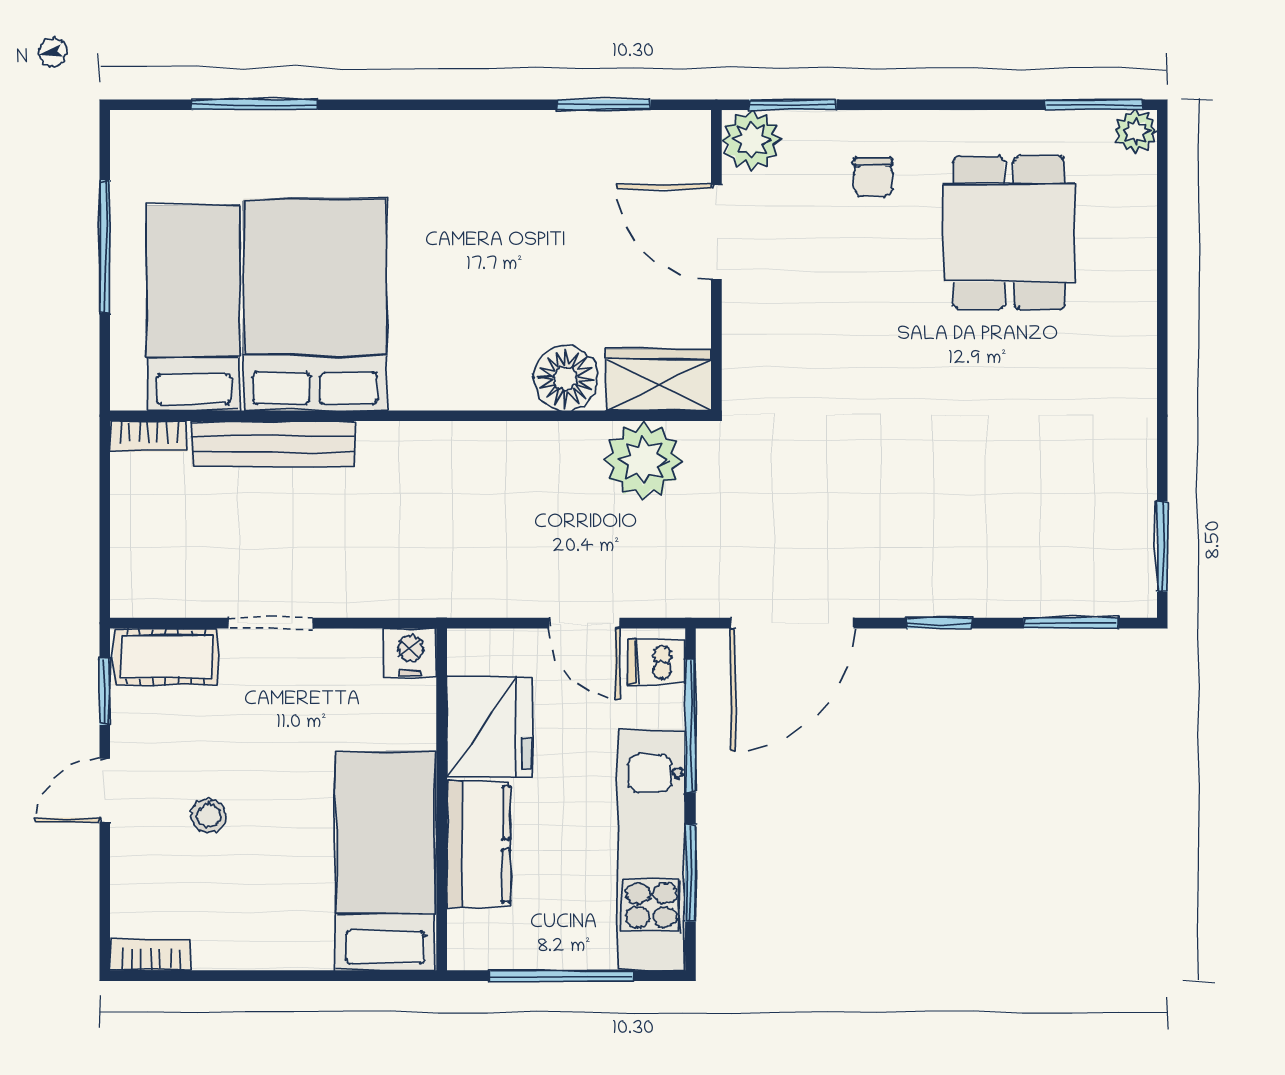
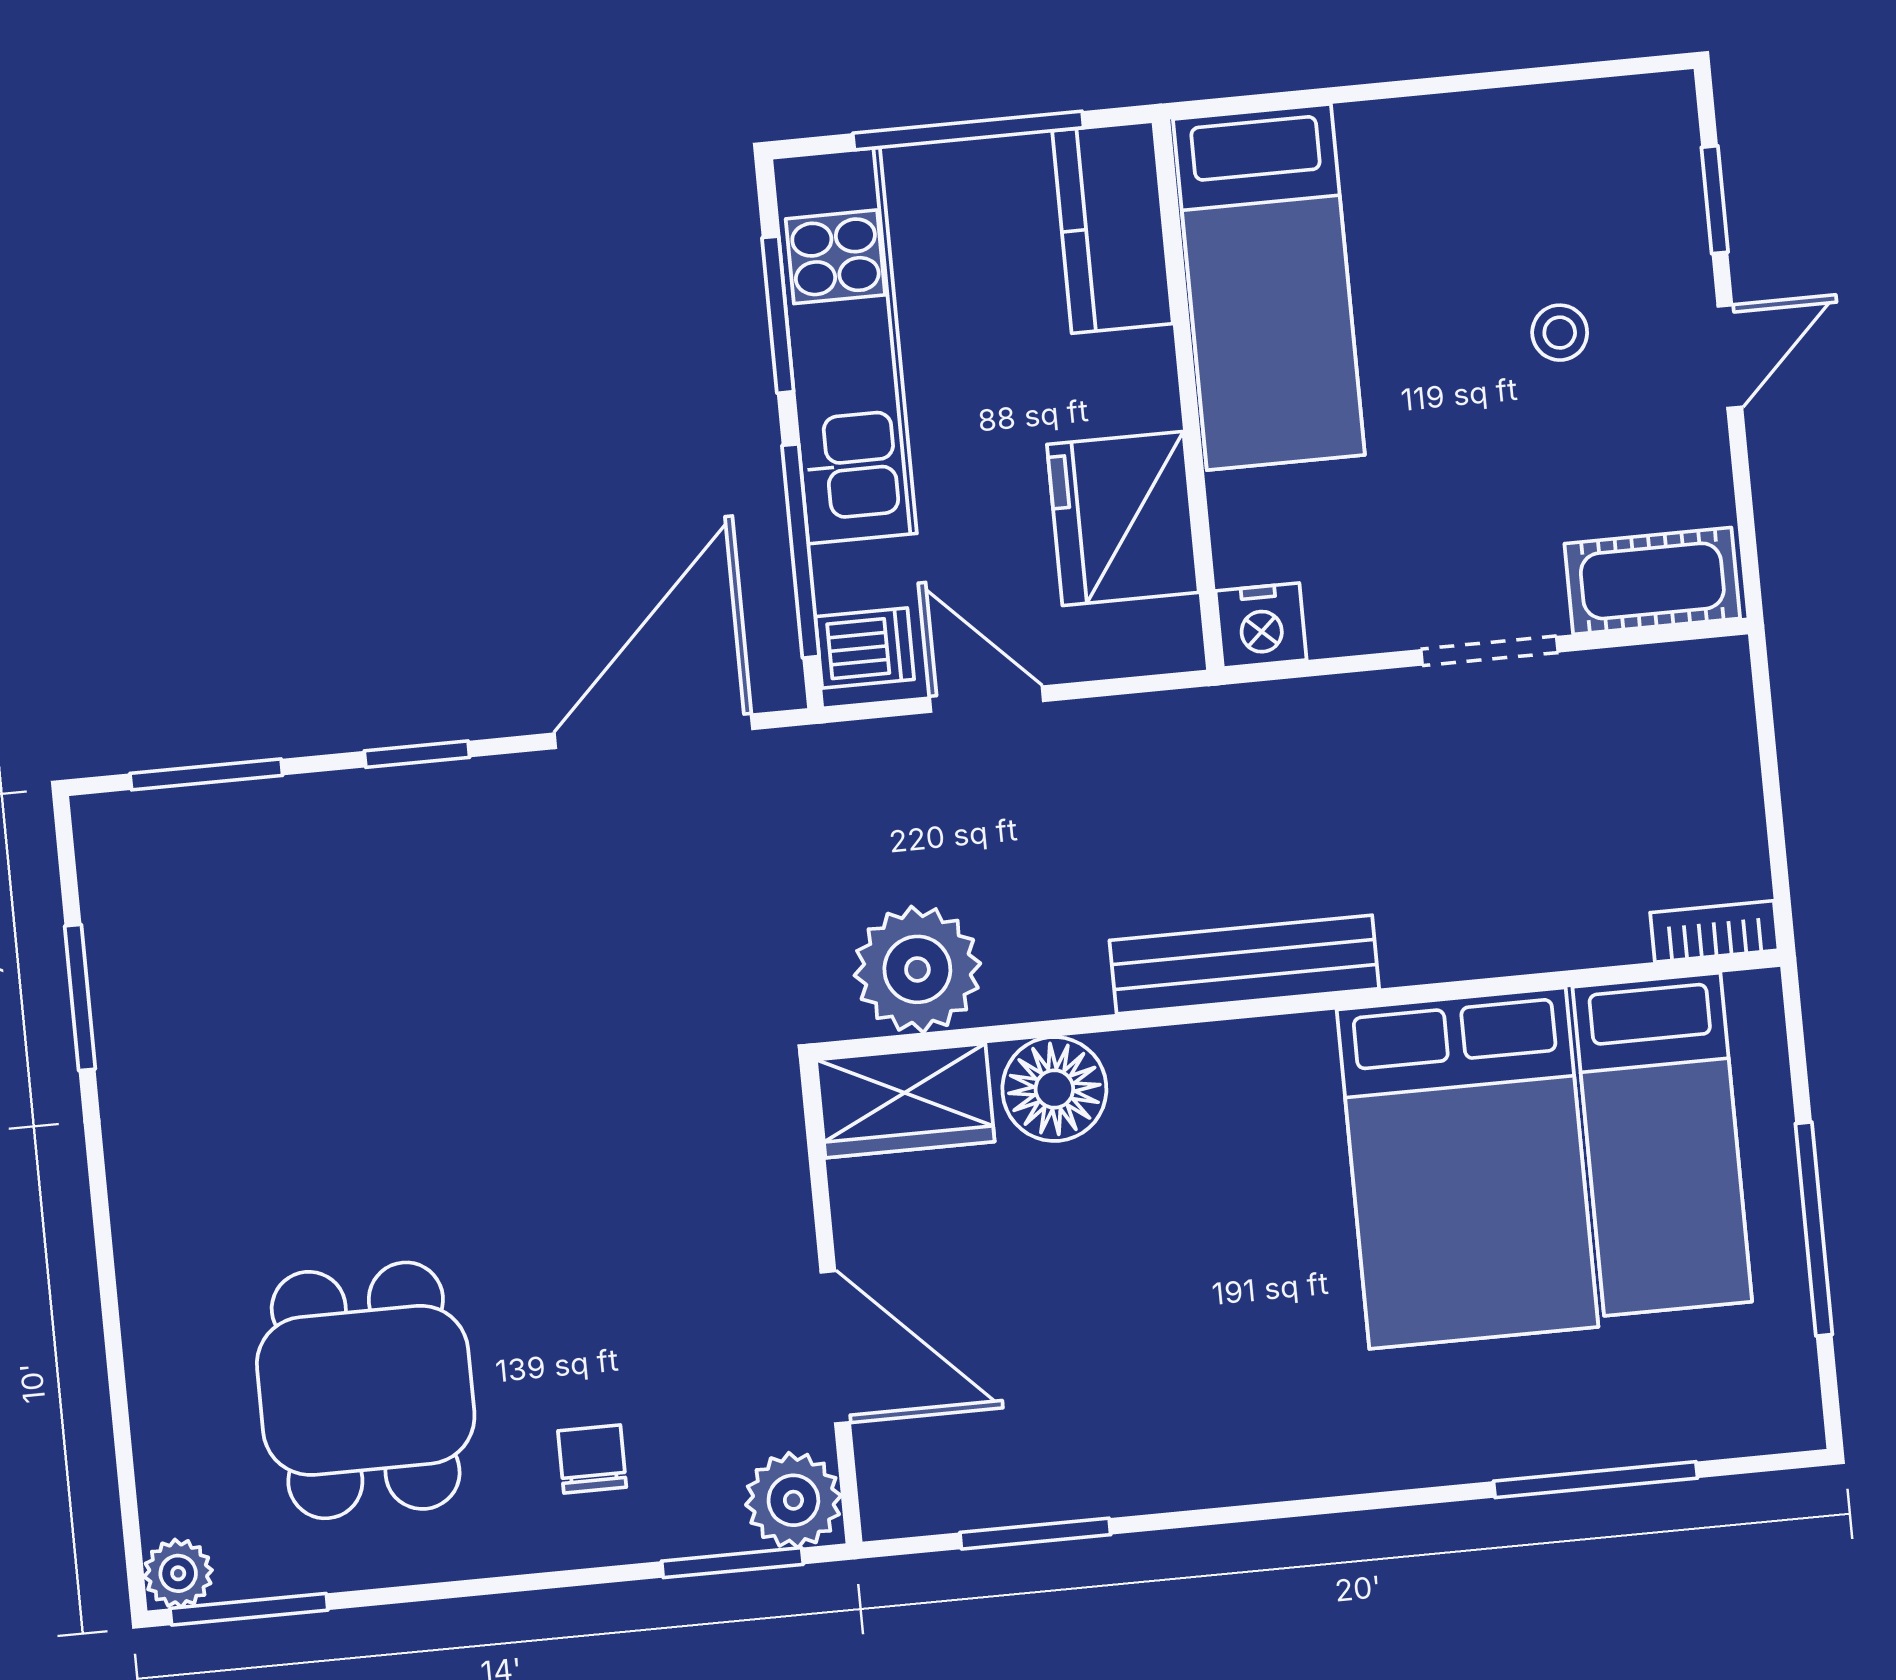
bench: (273, 444) -> (1244, 964), moved
window: (1162, 547) -> (80, 998), moved
window: (105, 692) -> (1715, 200), moved
kitchen counter: (478, 844) -> (1113, 227), moved
bookcase: (151, 955) -> (1631, 101), removed

